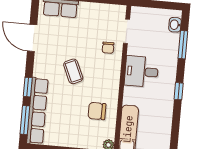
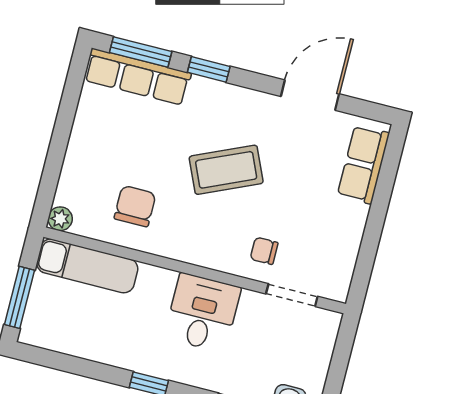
coffee table: (73, 71) -> (226, 170), width x1.36, depth x1.30
row of seats: (37, 111) -> (137, 77), width x0.73

